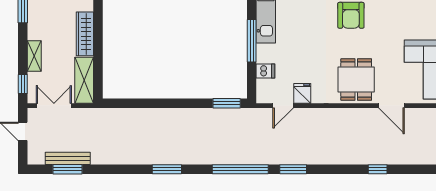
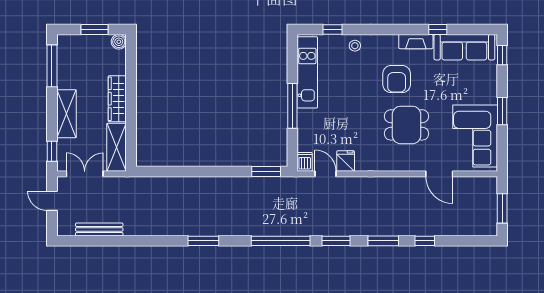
shelving: (34, 56) -> (66, 114), width x1.50, depth x1.33
dishwasher: (265, 71) -> (305, 162), moved, turned -90
dining table: (356, 80) -> (406, 125), moved, turned 90
door: (283, 106) -> (325, 174), swing flipped
window: (67, 169) -> (383, 241), moved

